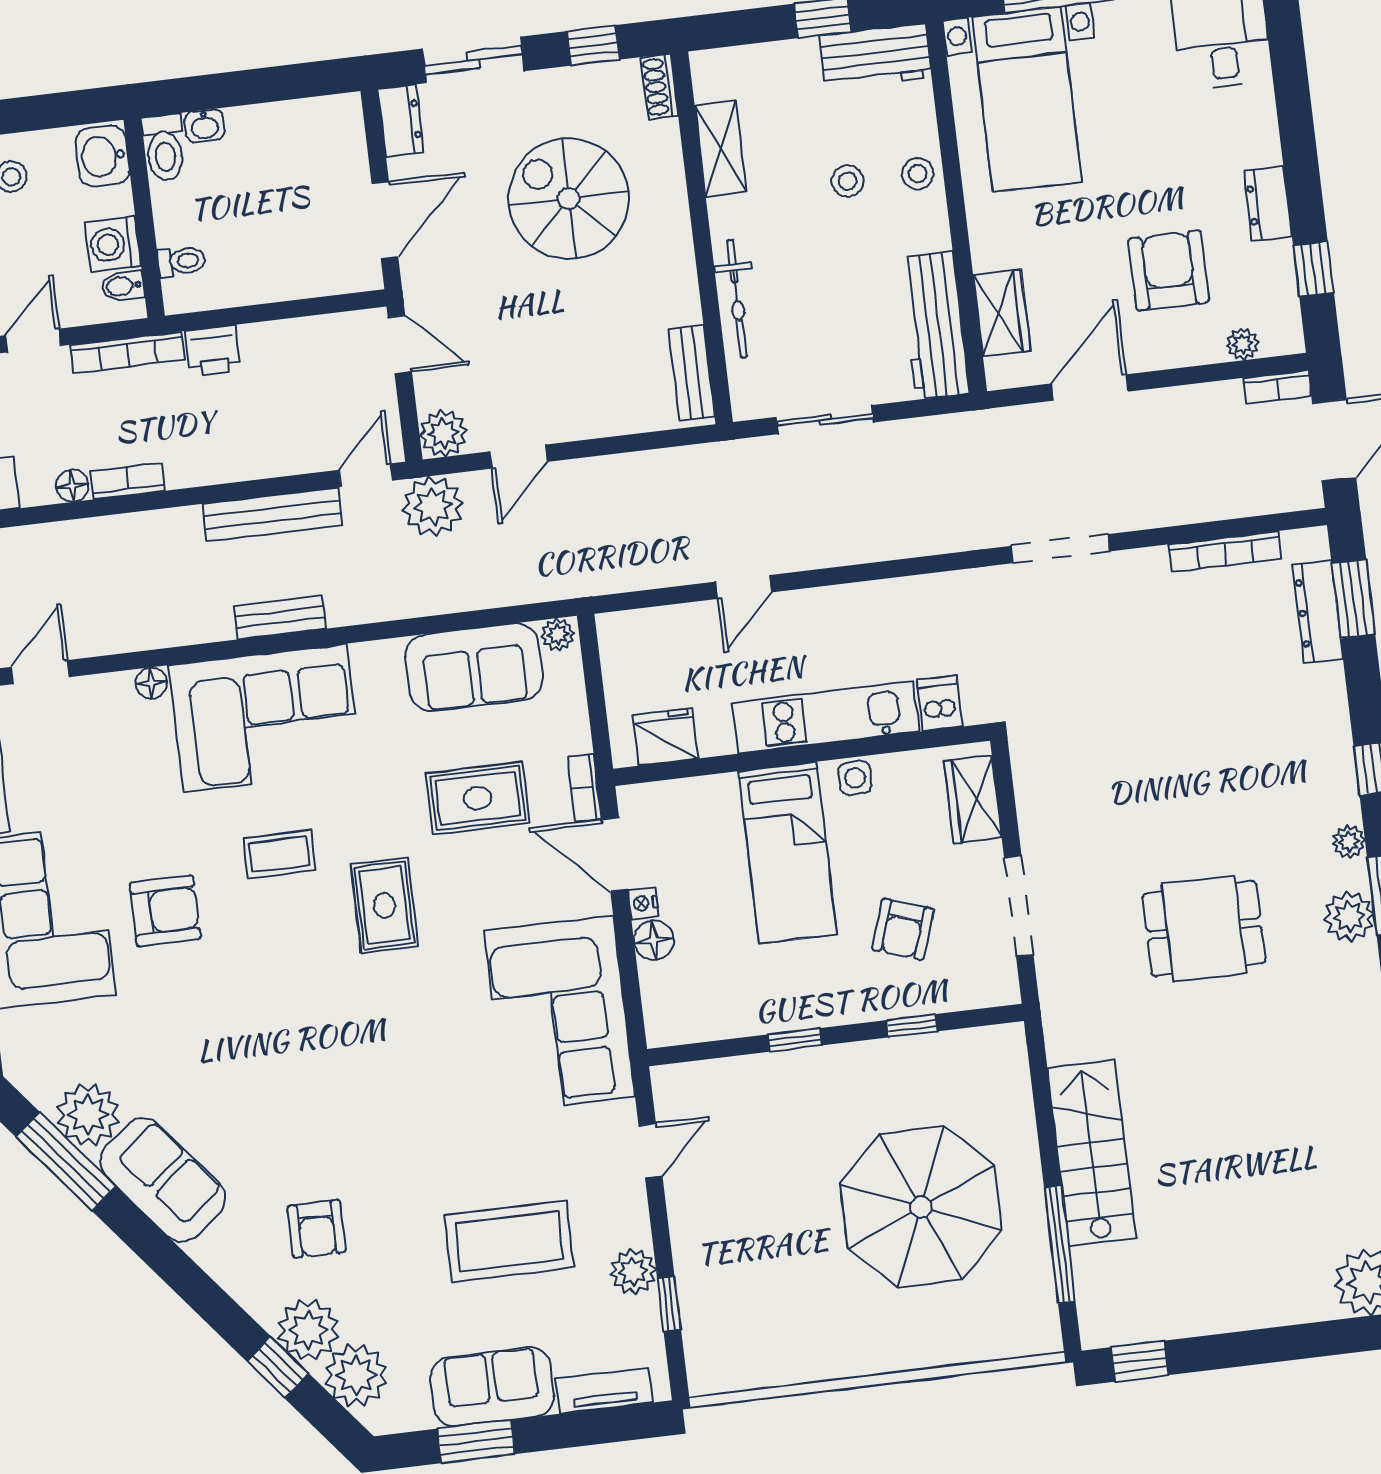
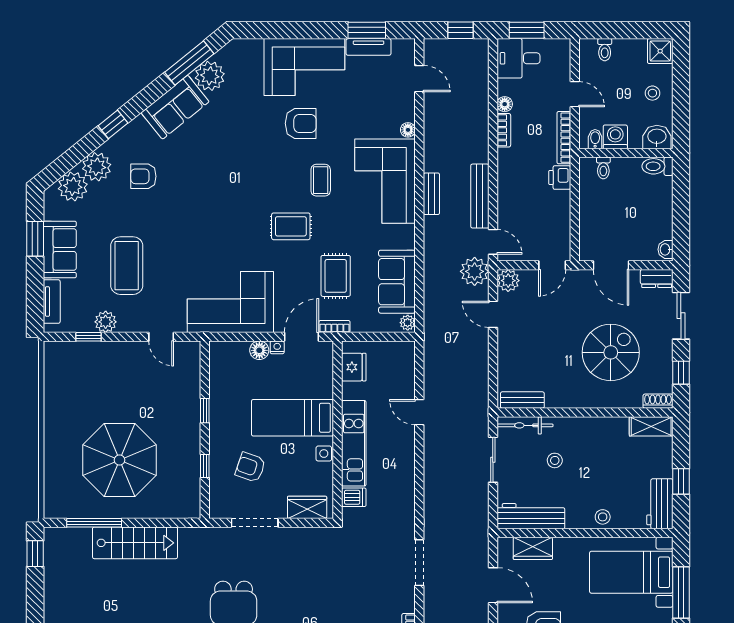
washbasin: (205, 126) -> (665, 249), moved
shelving: (721, 148) -> (651, 426), moved
stool: (848, 181) -> (555, 460), moved
bicycle: (737, 299) -> (525, 425), moved
armchair: (165, 911) -> (301, 123), turned -90
window: (278, 1368) -> (113, 124), moved

